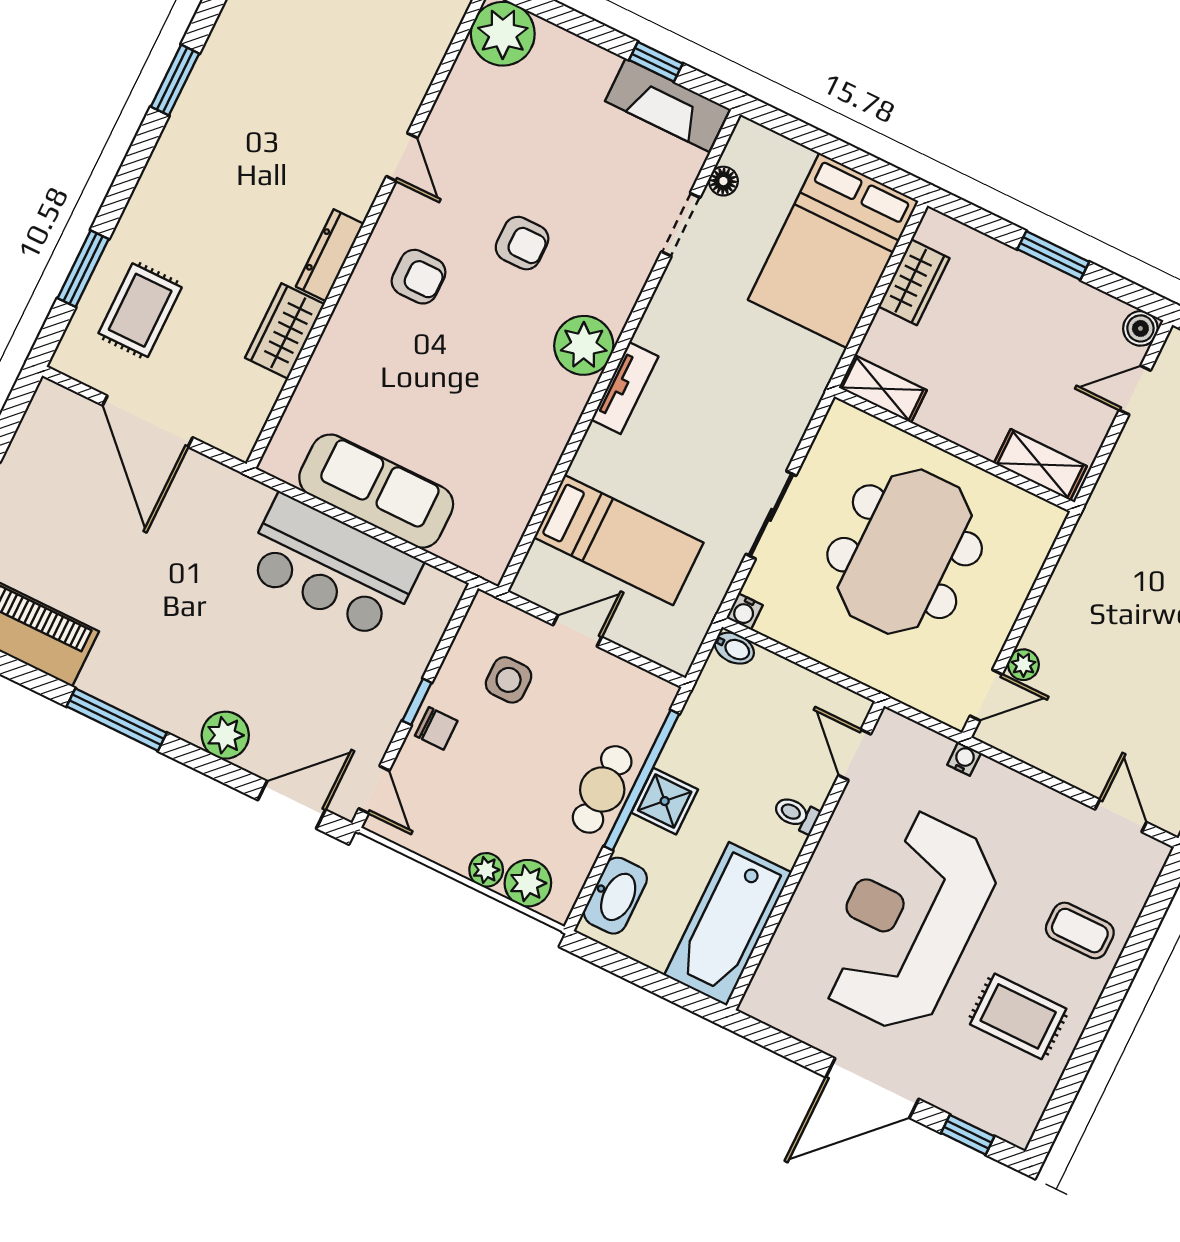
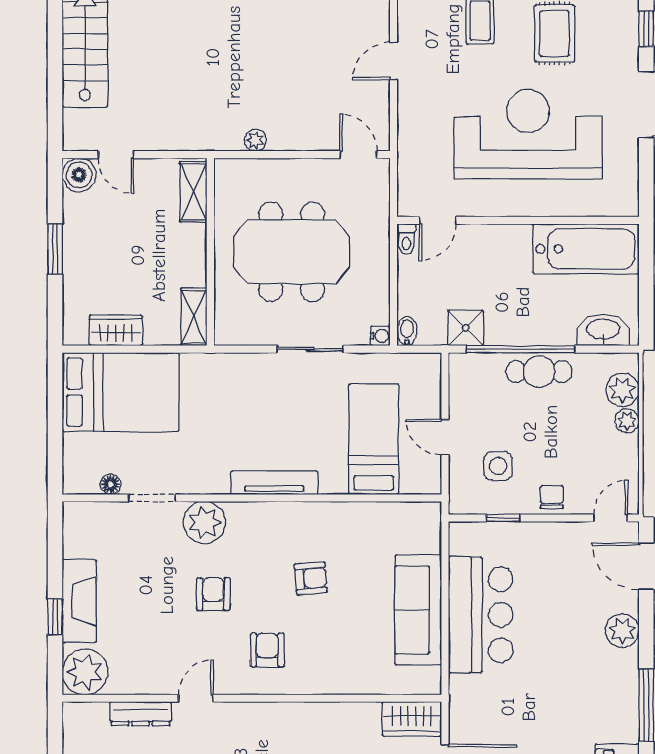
window: (656, 62) -> (55, 617), moved
fireplace: (668, 105) -> (79, 601), moved
dresser: (330, 255) -> (141, 714), moved
boiler: (1140, 328) -> (79, 175), width x1.36, depth x1.36
wardrobe: (285, 331) -> (412, 719), moved
plant: (584, 345) -> (204, 522), moved
armchair: (482, 375) -> (311, 578), added
tv unit: (625, 388) -> (274, 483), width x1.41
plant: (1023, 665) -> (255, 140), moved
window: (417, 702) -> (503, 518), moved
water cooler: (964, 759) -> (406, 149), removed
shower: (665, 801) -> (466, 328), moved
toilet: (796, 814) -> (406, 239), moved
door: (1121, 816) -> (394, 61), moved
reception desk: (908, 921) -> (528, 134), turned 180

